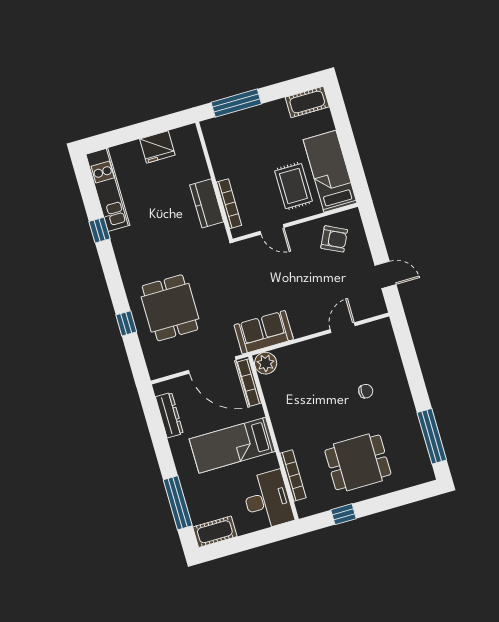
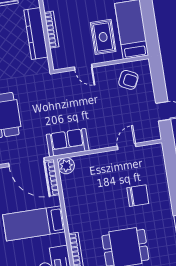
kitchen counter: (207, 203) -> (36, 34), width x1.50
bookcase: (229, 204) -> (51, 30), moved
chair: (366, 391) -> (138, 196), width x1.87, depth x1.87

